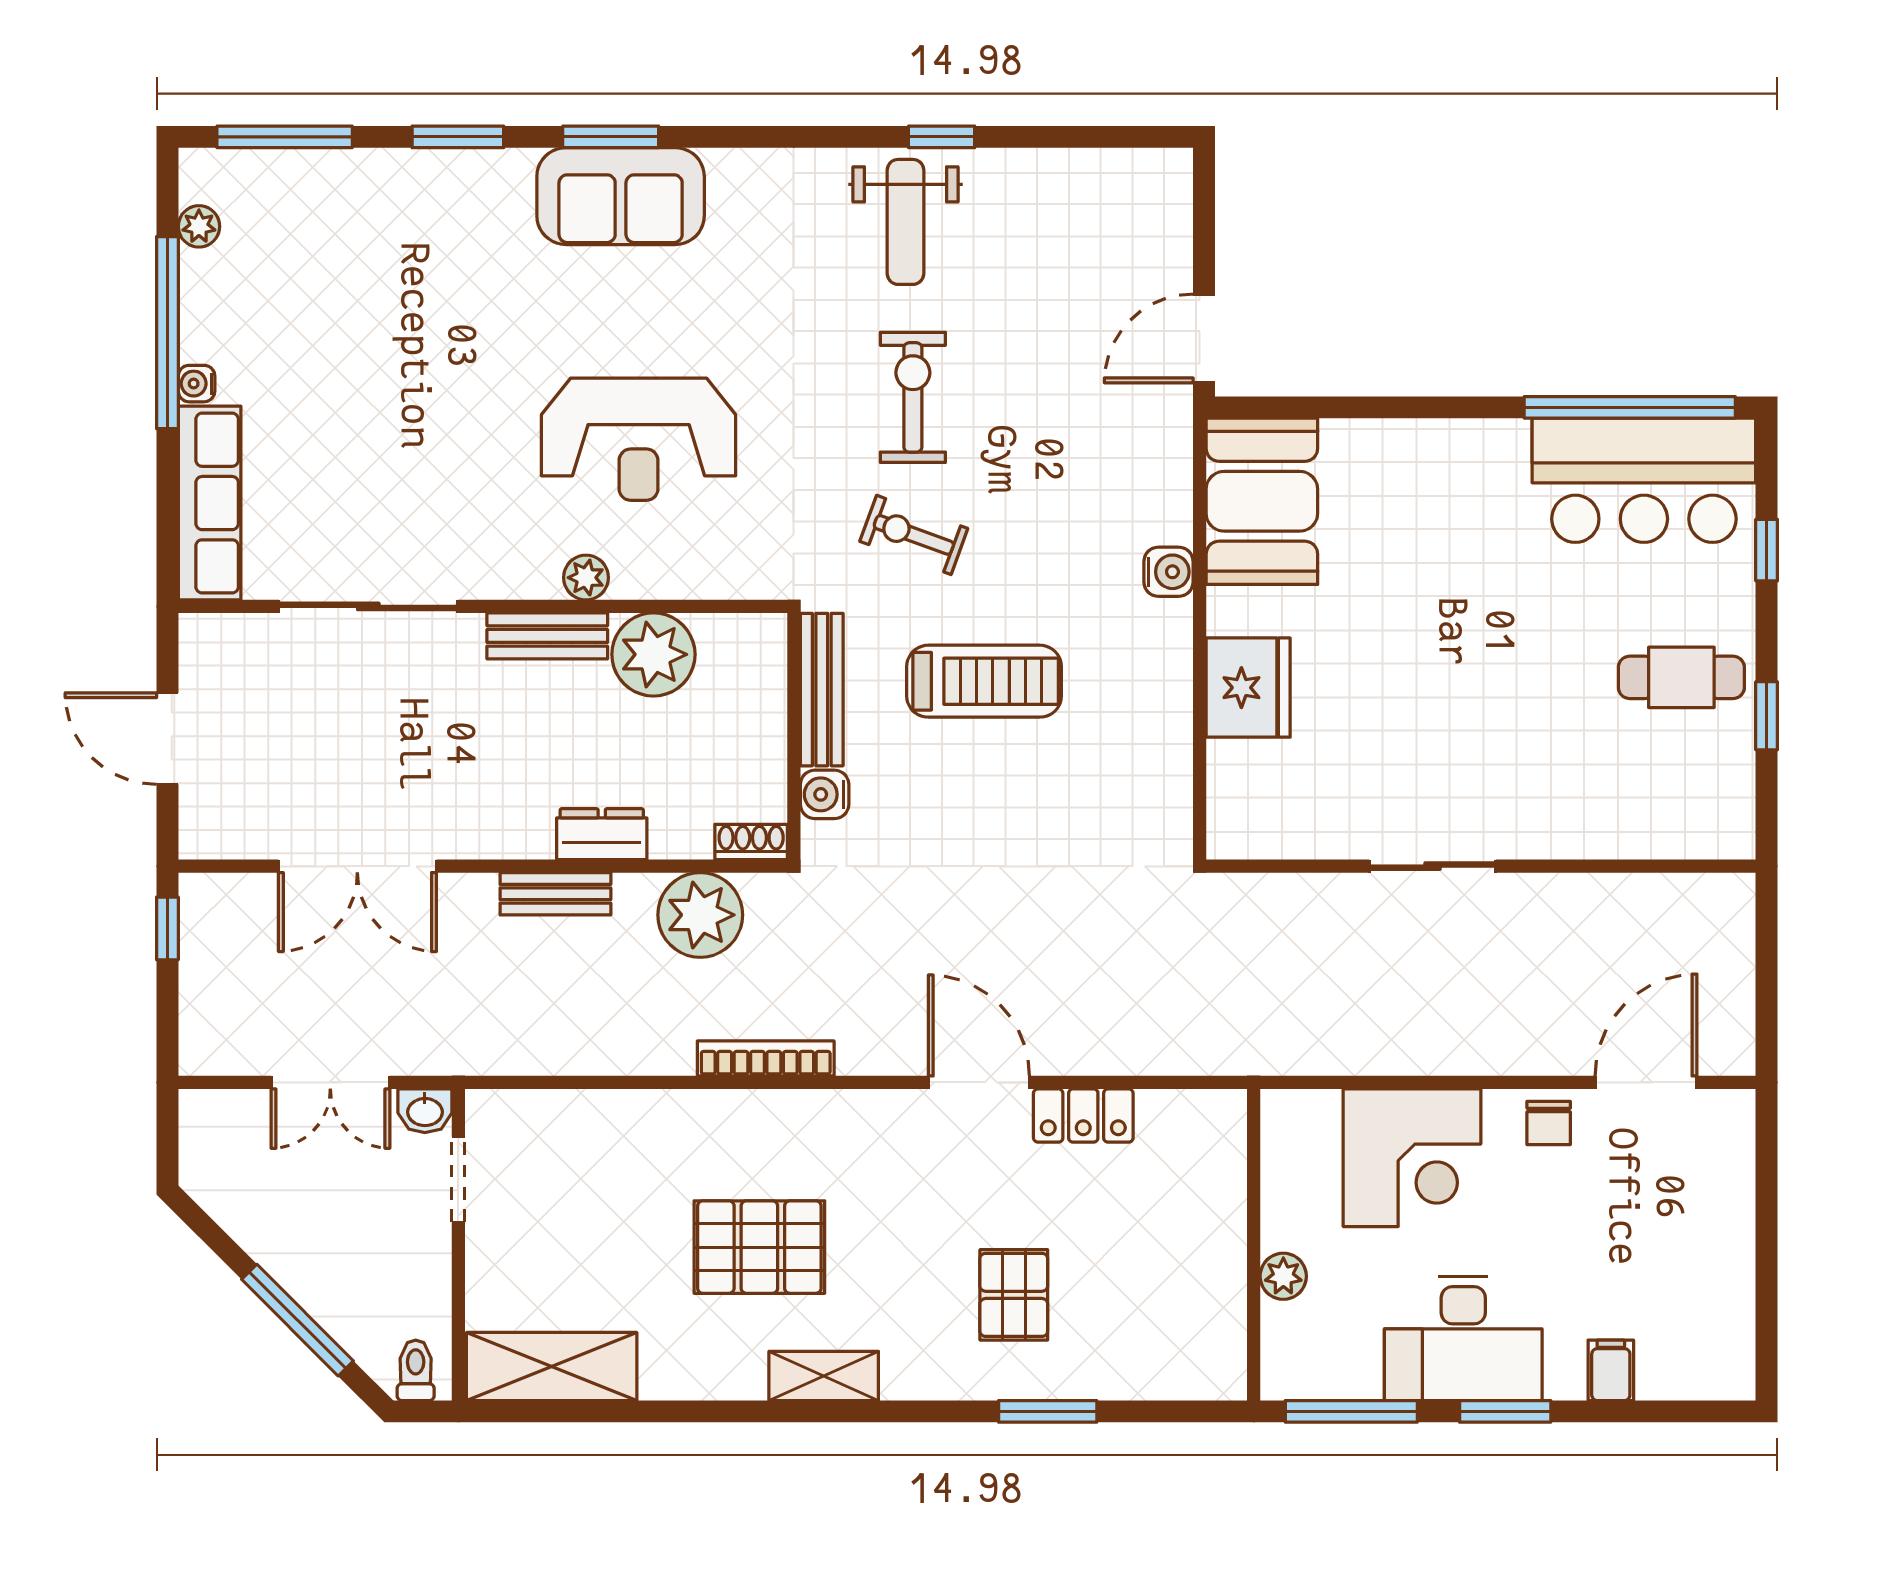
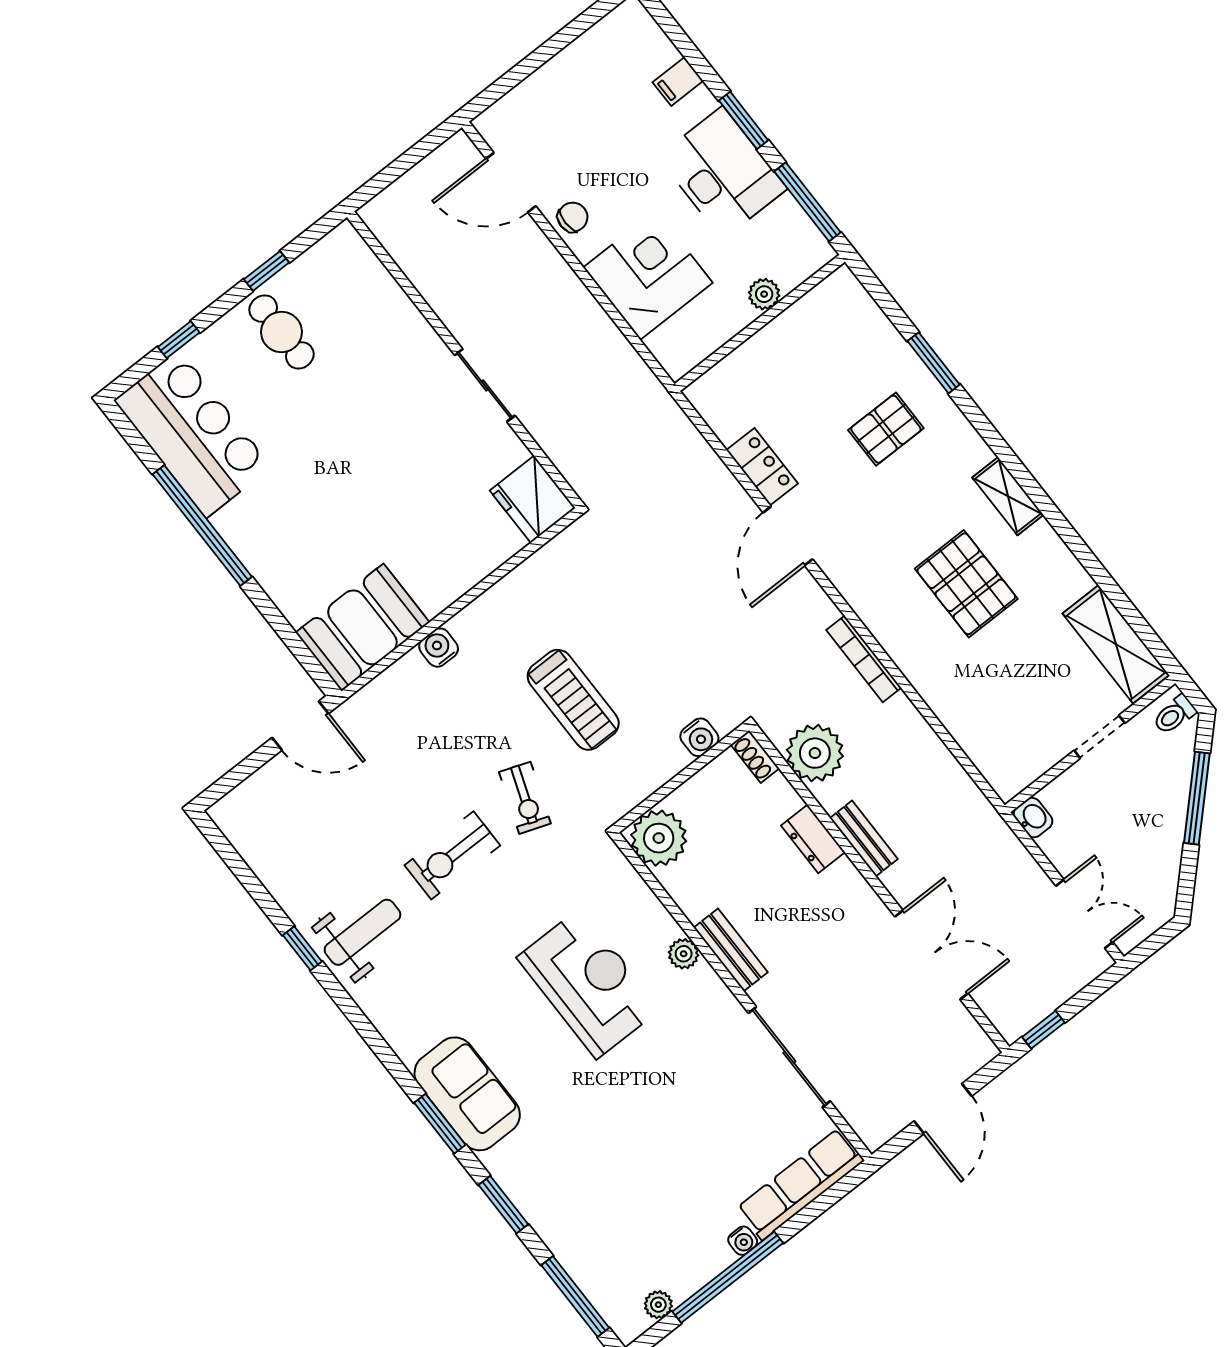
window: (1630, 407) -> (202, 526), moved
plant: (653, 654) -> (659, 838), moved
treadmill: (984, 681) -> (573, 700), turned 180
fridge: (1248, 688) -> (533, 499), moved, turned -90
bench: (822, 690) -> (645, 782), removed
double door: (330, 1082) -> (1084, 914), moved
doorway: (458, 1179) -> (1099, 737), moved

